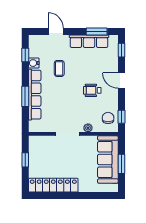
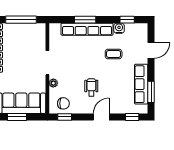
window: (25, 160) -> (21, 20), width x2.17

